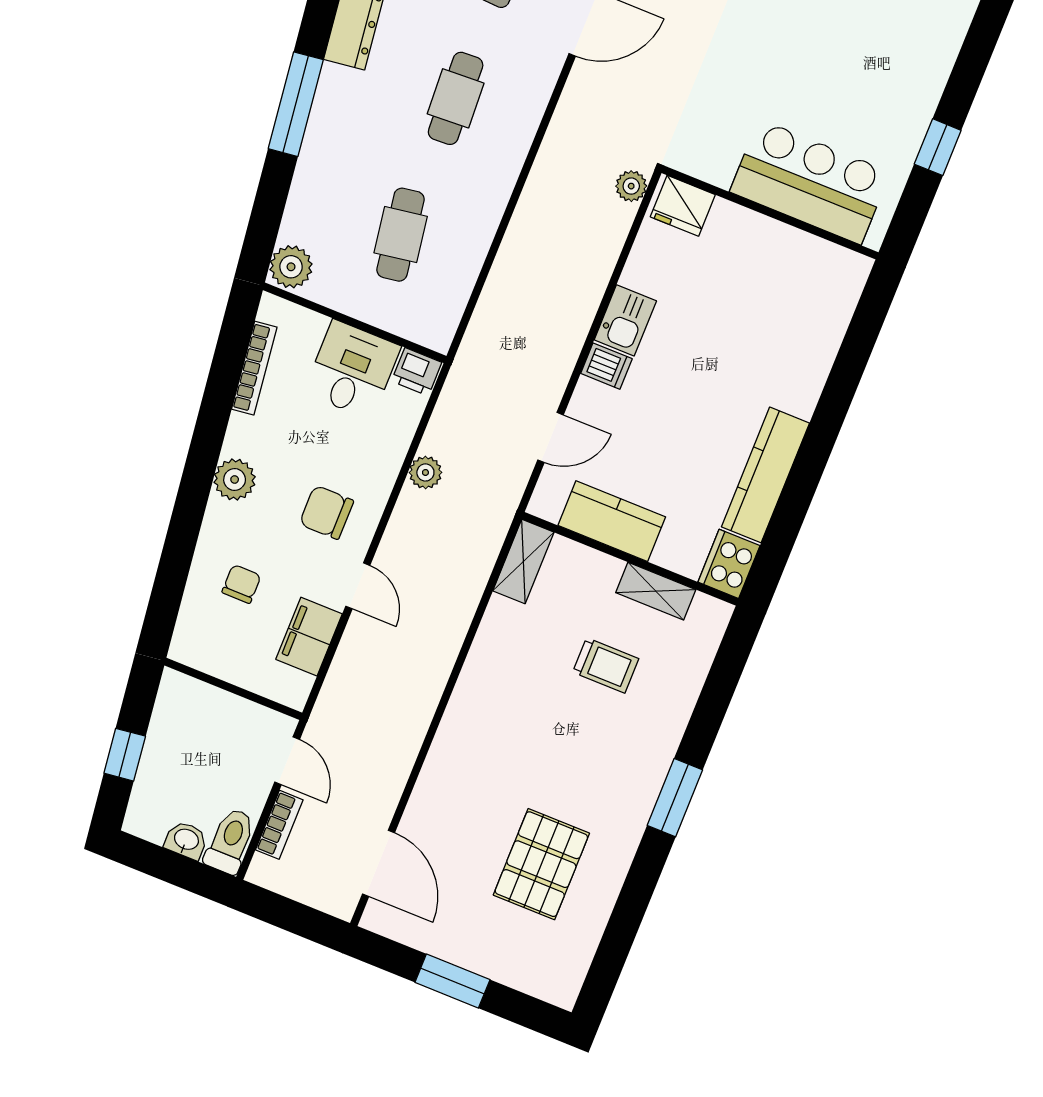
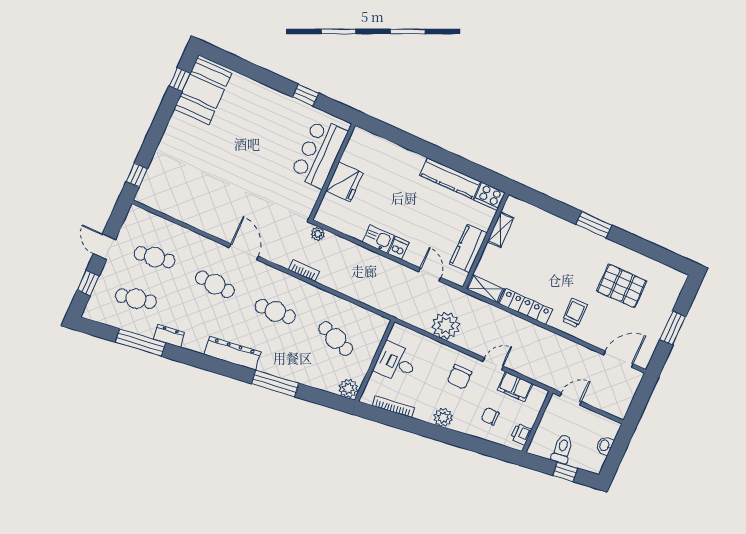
fridge: (683, 206) -> (344, 182), moved, width x1.36, depth x1.34
cafe table: (401, 235) -> (336, 339), turned 30
printer: (417, 372) -> (521, 434), moved, turned 180
plant: (425, 472) -> (446, 326), width x1.88, depth x1.88
locker: (488, 653) -> (526, 307), added
trolley: (606, 665) -> (575, 313), moved
bookcase: (279, 825) -> (304, 271), moved
toilet: (230, 841) -> (562, 449), moved, turned 83

